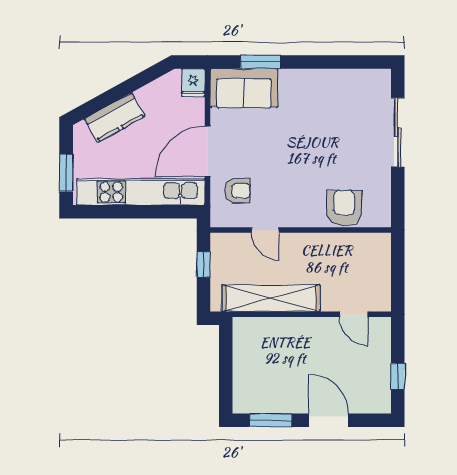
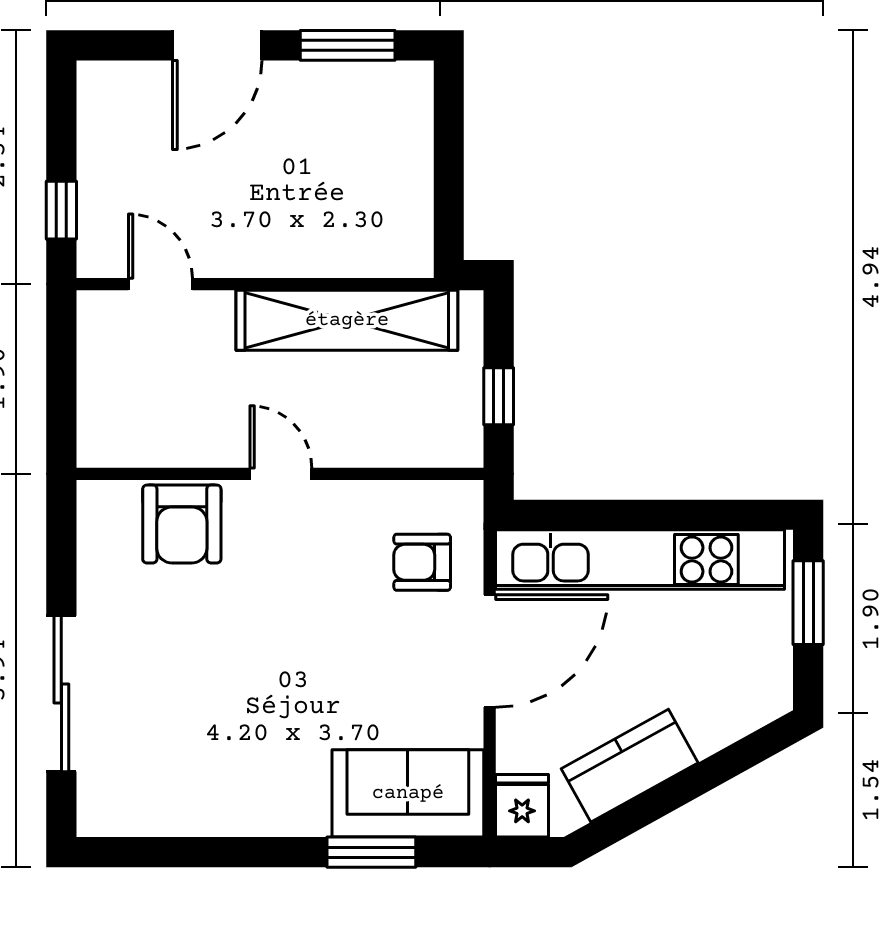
kitchen counter: (115, 117) -> (630, 766), moved
door: (265, 230) -> (281, 474), moved
window: (398, 376) -> (61, 210), moved
door: (329, 420) -> (217, 45), hinge flipped

